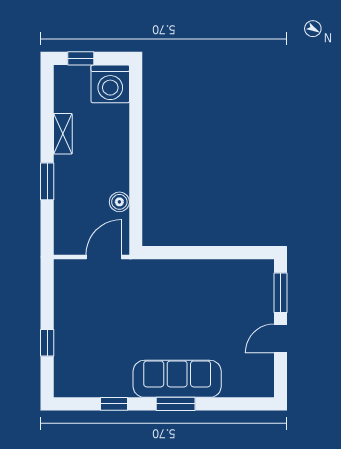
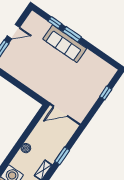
boiler: (119, 202) -> (26, 148), moved
window: (114, 404) -> (55, 22), moved

